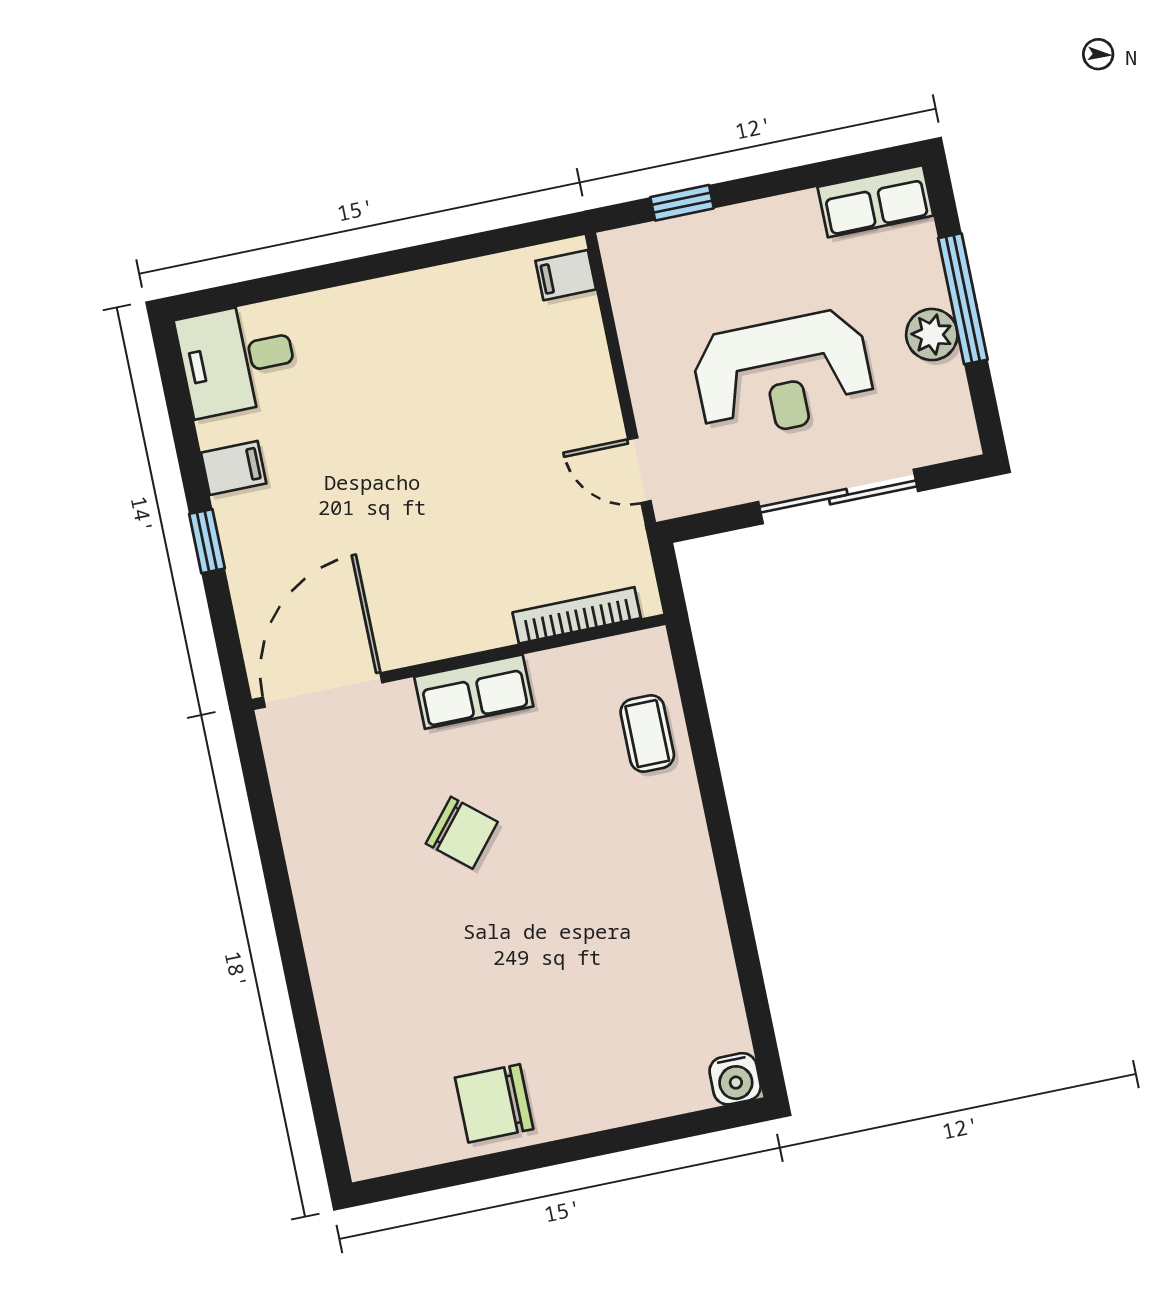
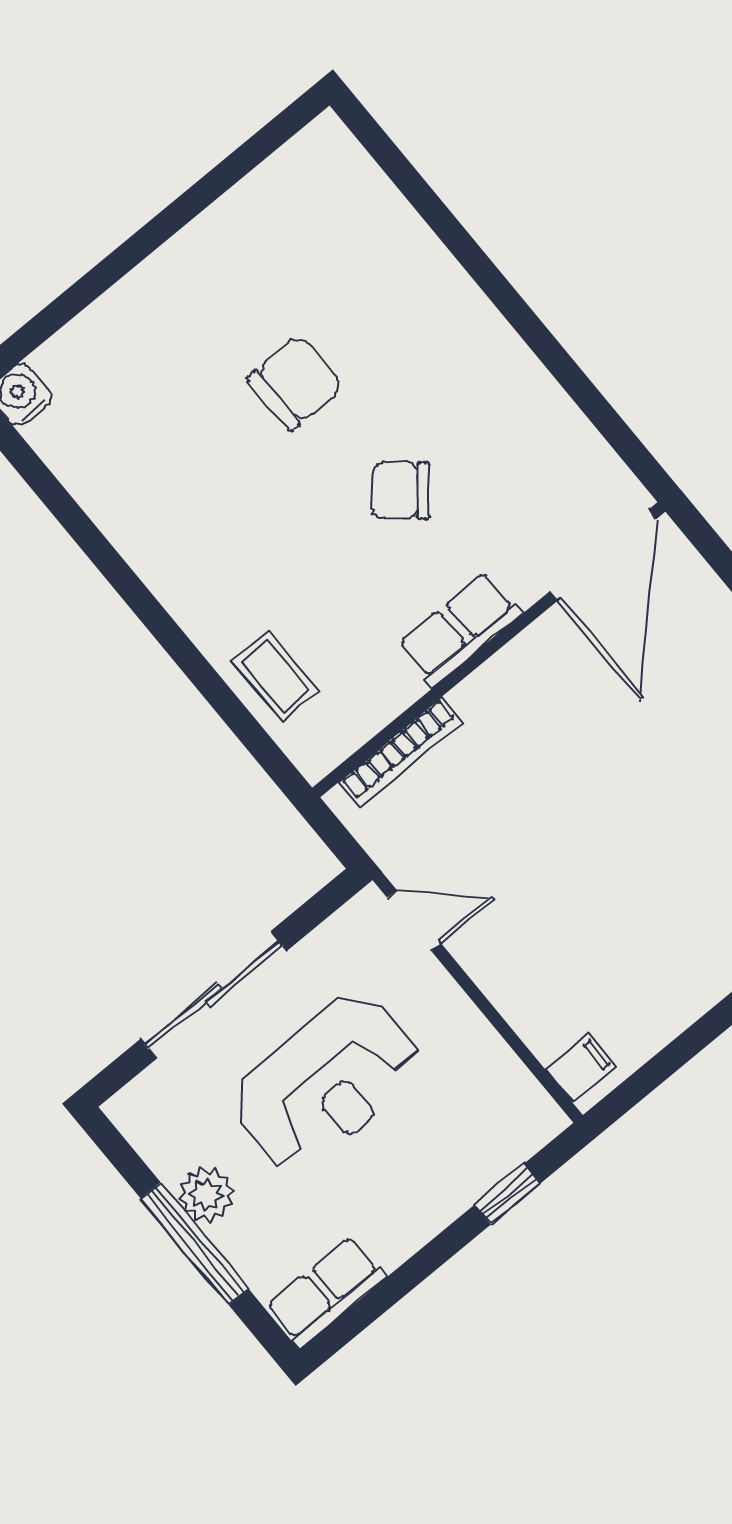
reception desk: (783, 375) -> (326, 1082), turned 180
chair: (494, 1103) -> (295, 383), moved

